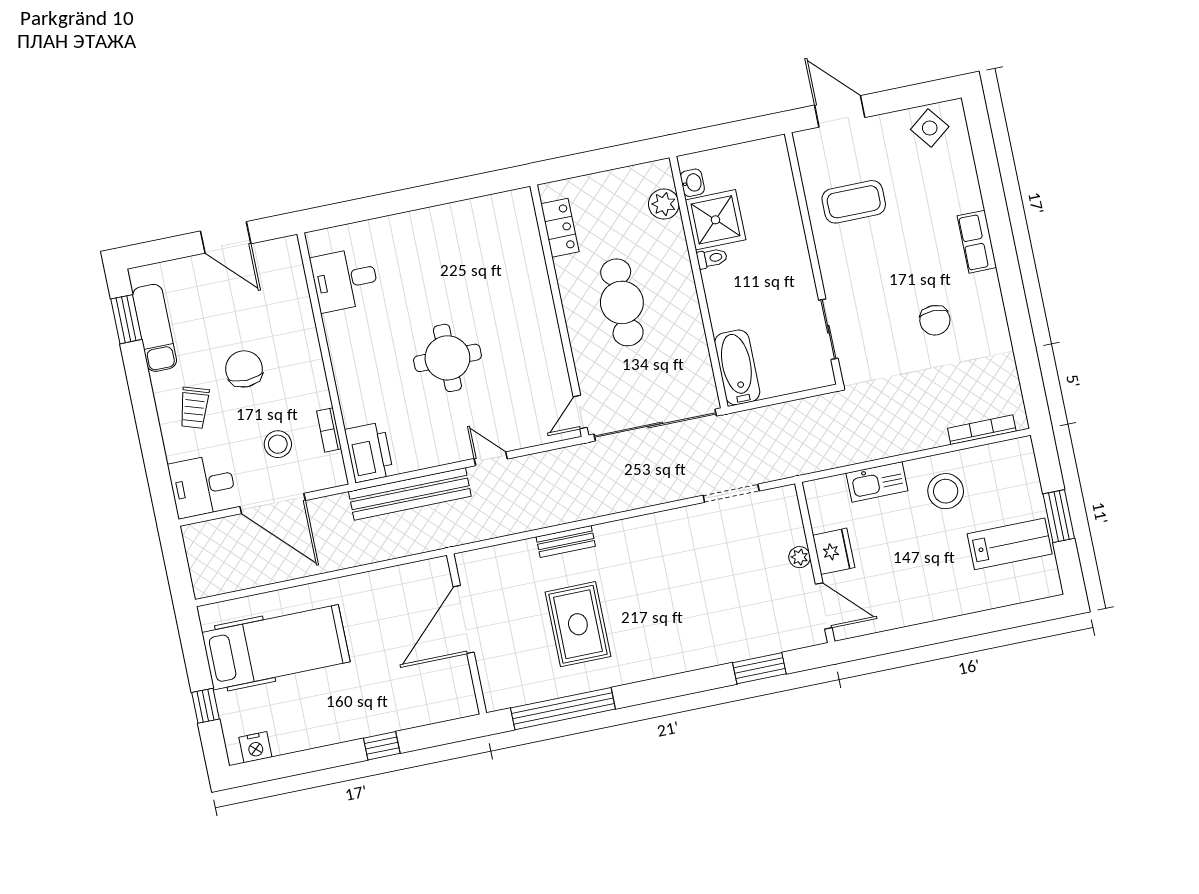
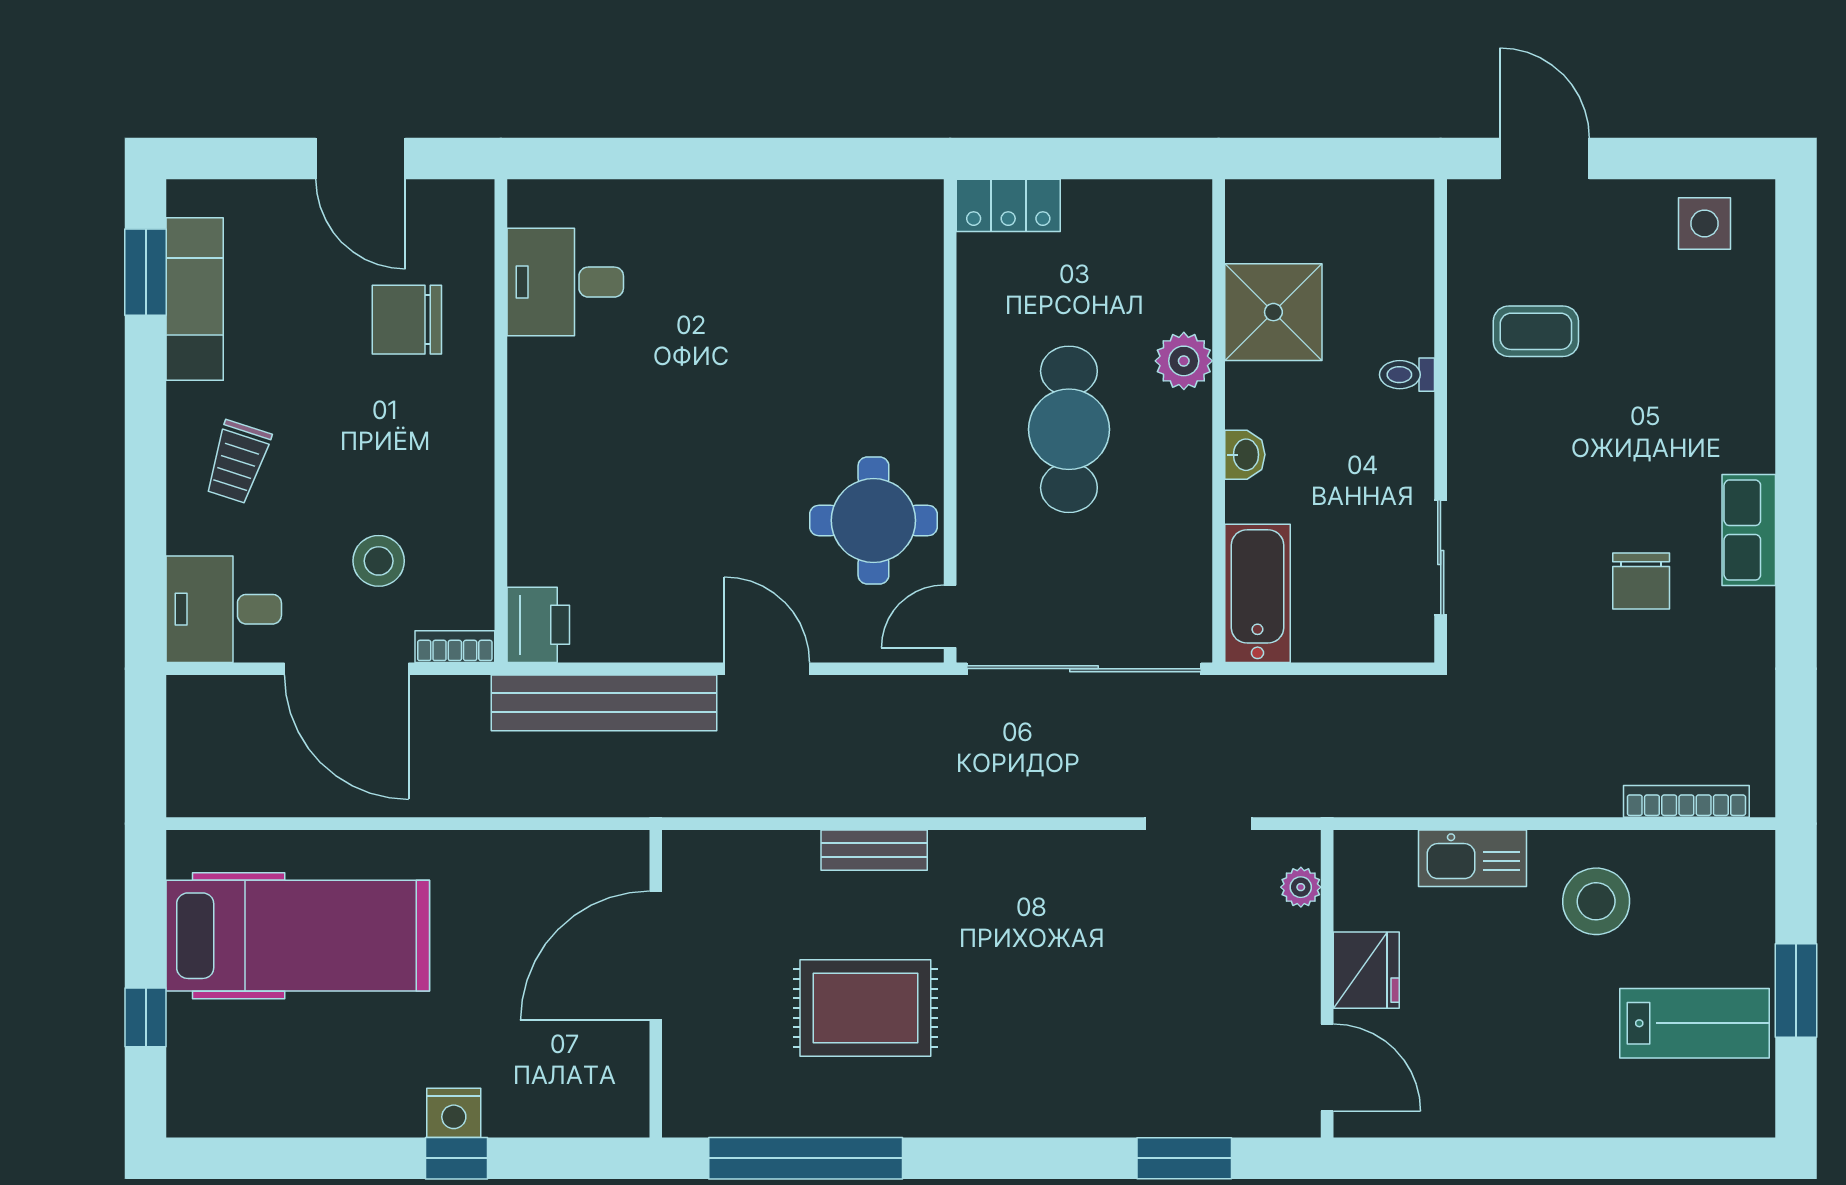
side table: (930, 128) -> (1704, 223), turned 38
washbasin: (692, 183) -> (1245, 455), moved
coffee table: (854, 202) -> (1536, 331), width x0.73, depth x0.77
plant: (664, 204) -> (1184, 361), moved
locker: (560, 228) -> (1008, 205), moved, turned 90
row of seats: (977, 242) -> (1749, 530), moved
toilet: (712, 258) -> (1407, 375), moved, turned 180
round table: (447, 358) -> (873, 520), moved
chair: (244, 369) -> (407, 320), moved, turned -90
bookcase: (329, 430) -> (455, 647), moved, turned 90
printer: (369, 452) -> (538, 625), width x0.73, depth x0.84
door: (491, 459) -> (767, 669), width x1.38
plant: (800, 557) -> (1301, 887), moved
rug: (578, 624) -> (865, 1008), turned 90
nightstand: (255, 747) -> (454, 1113), moved

